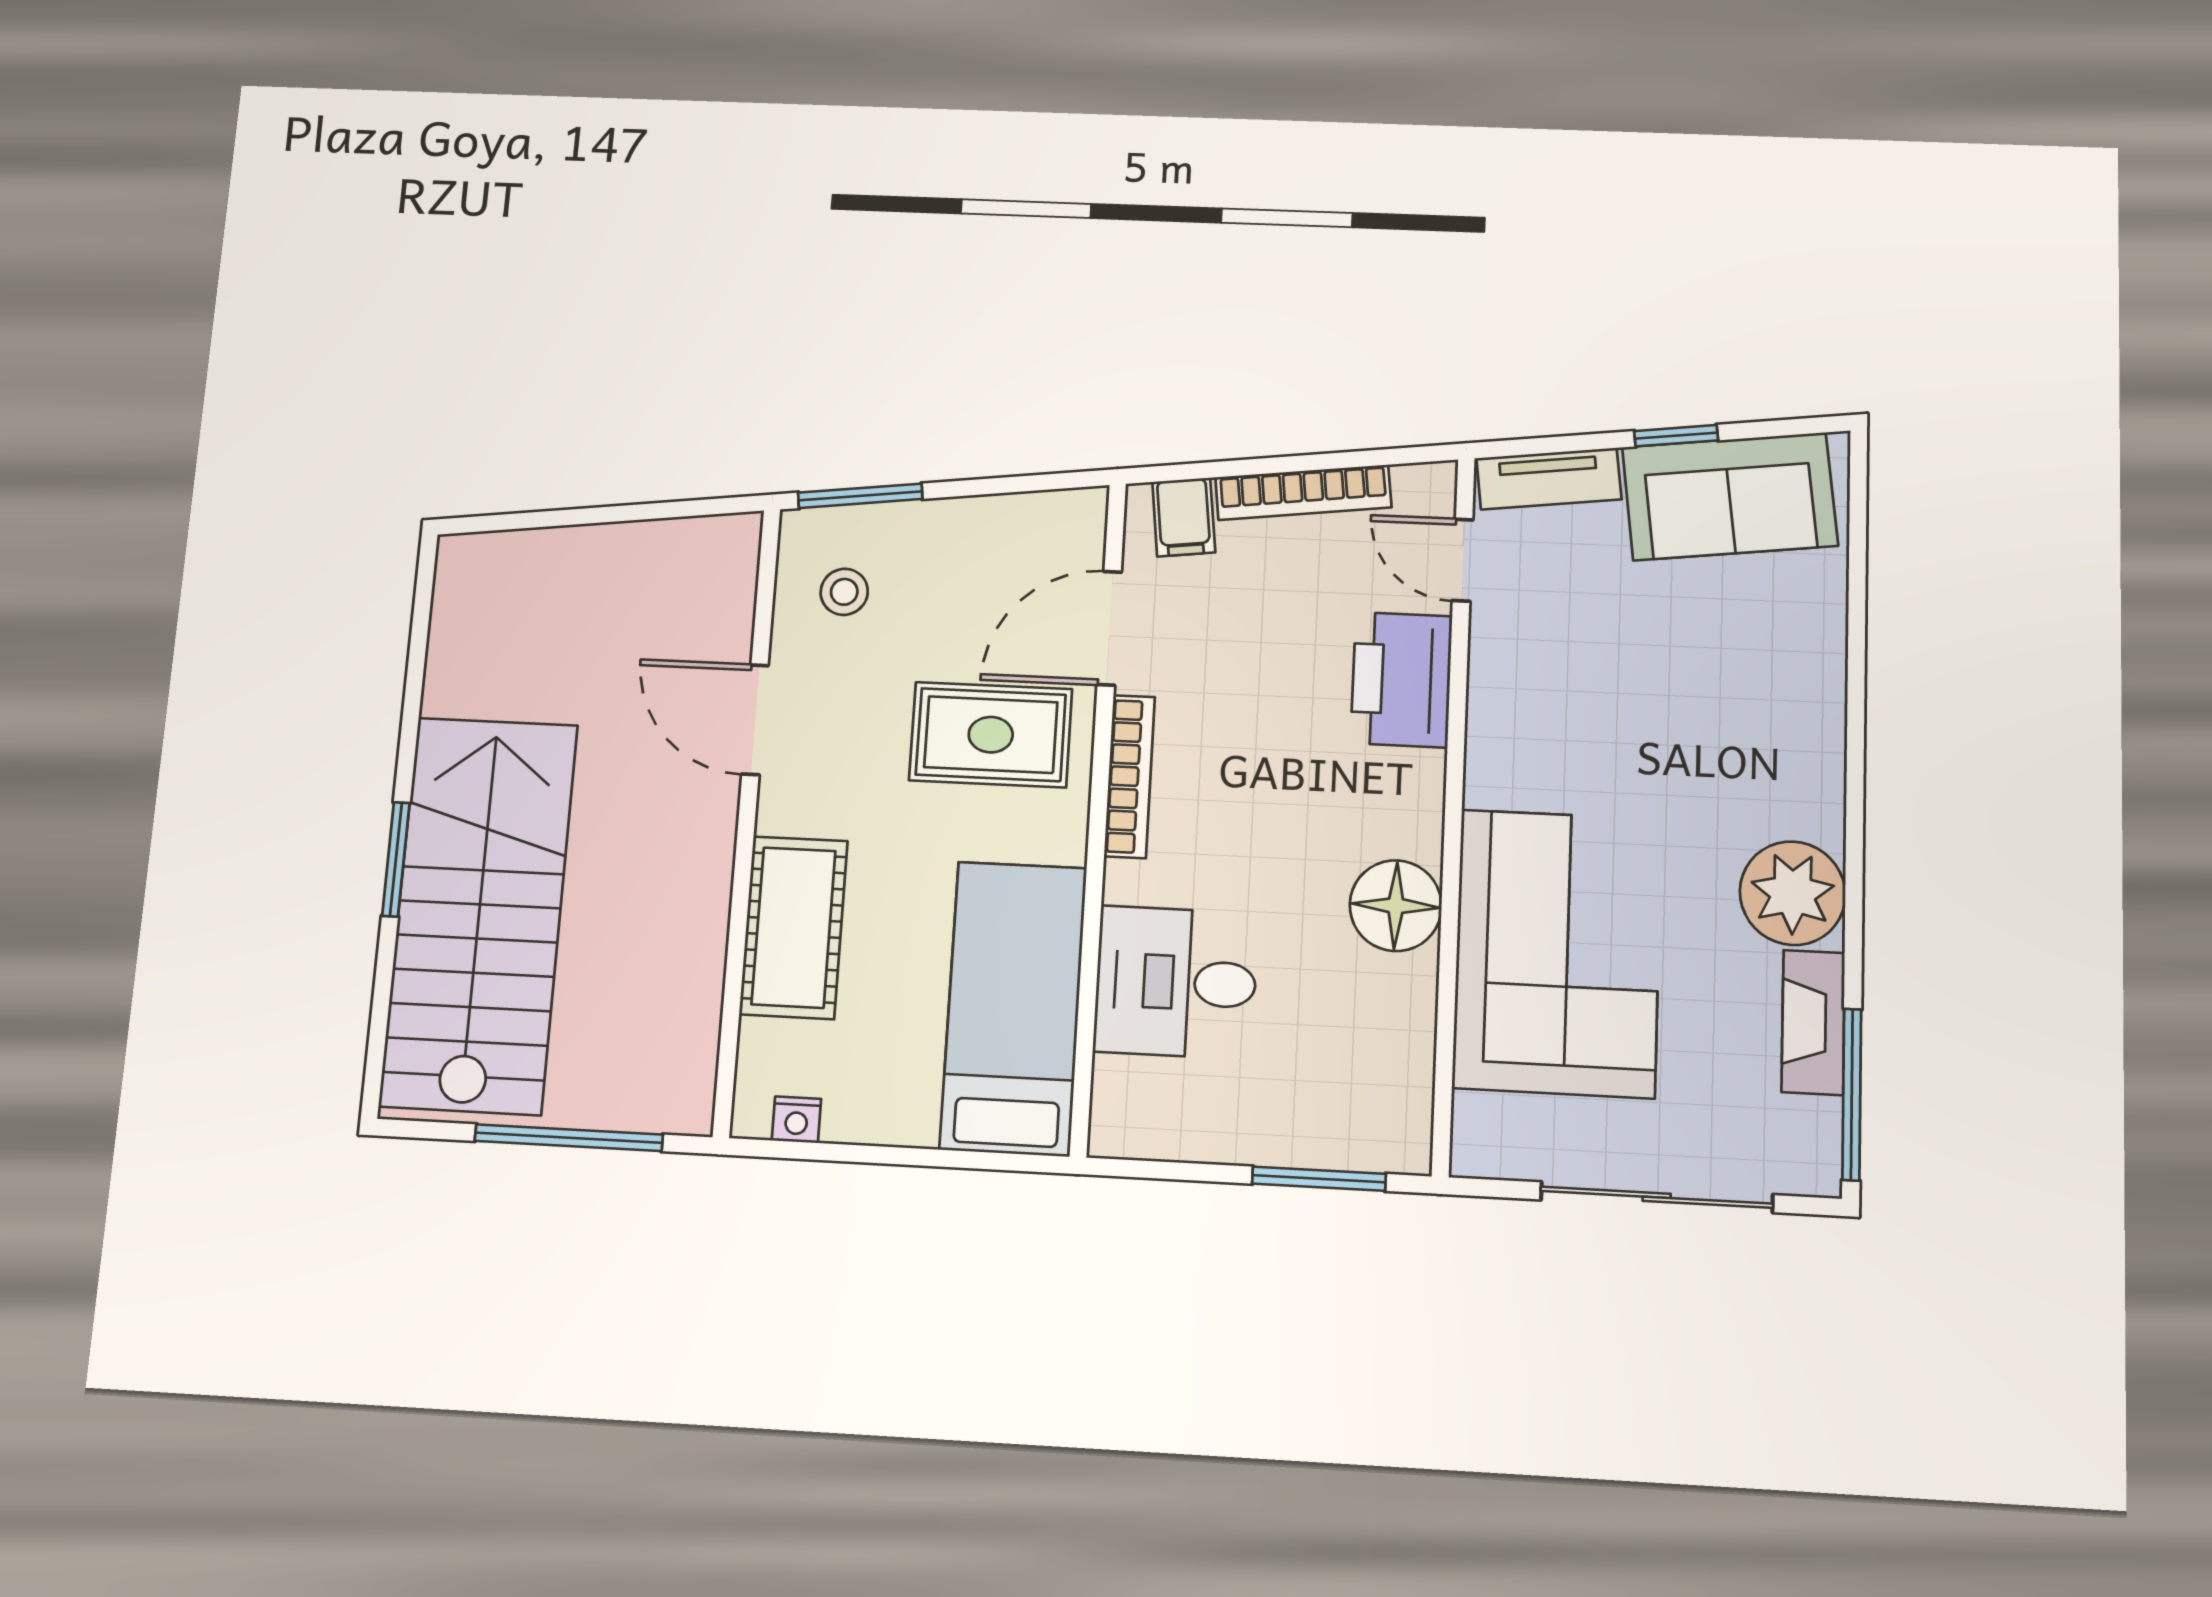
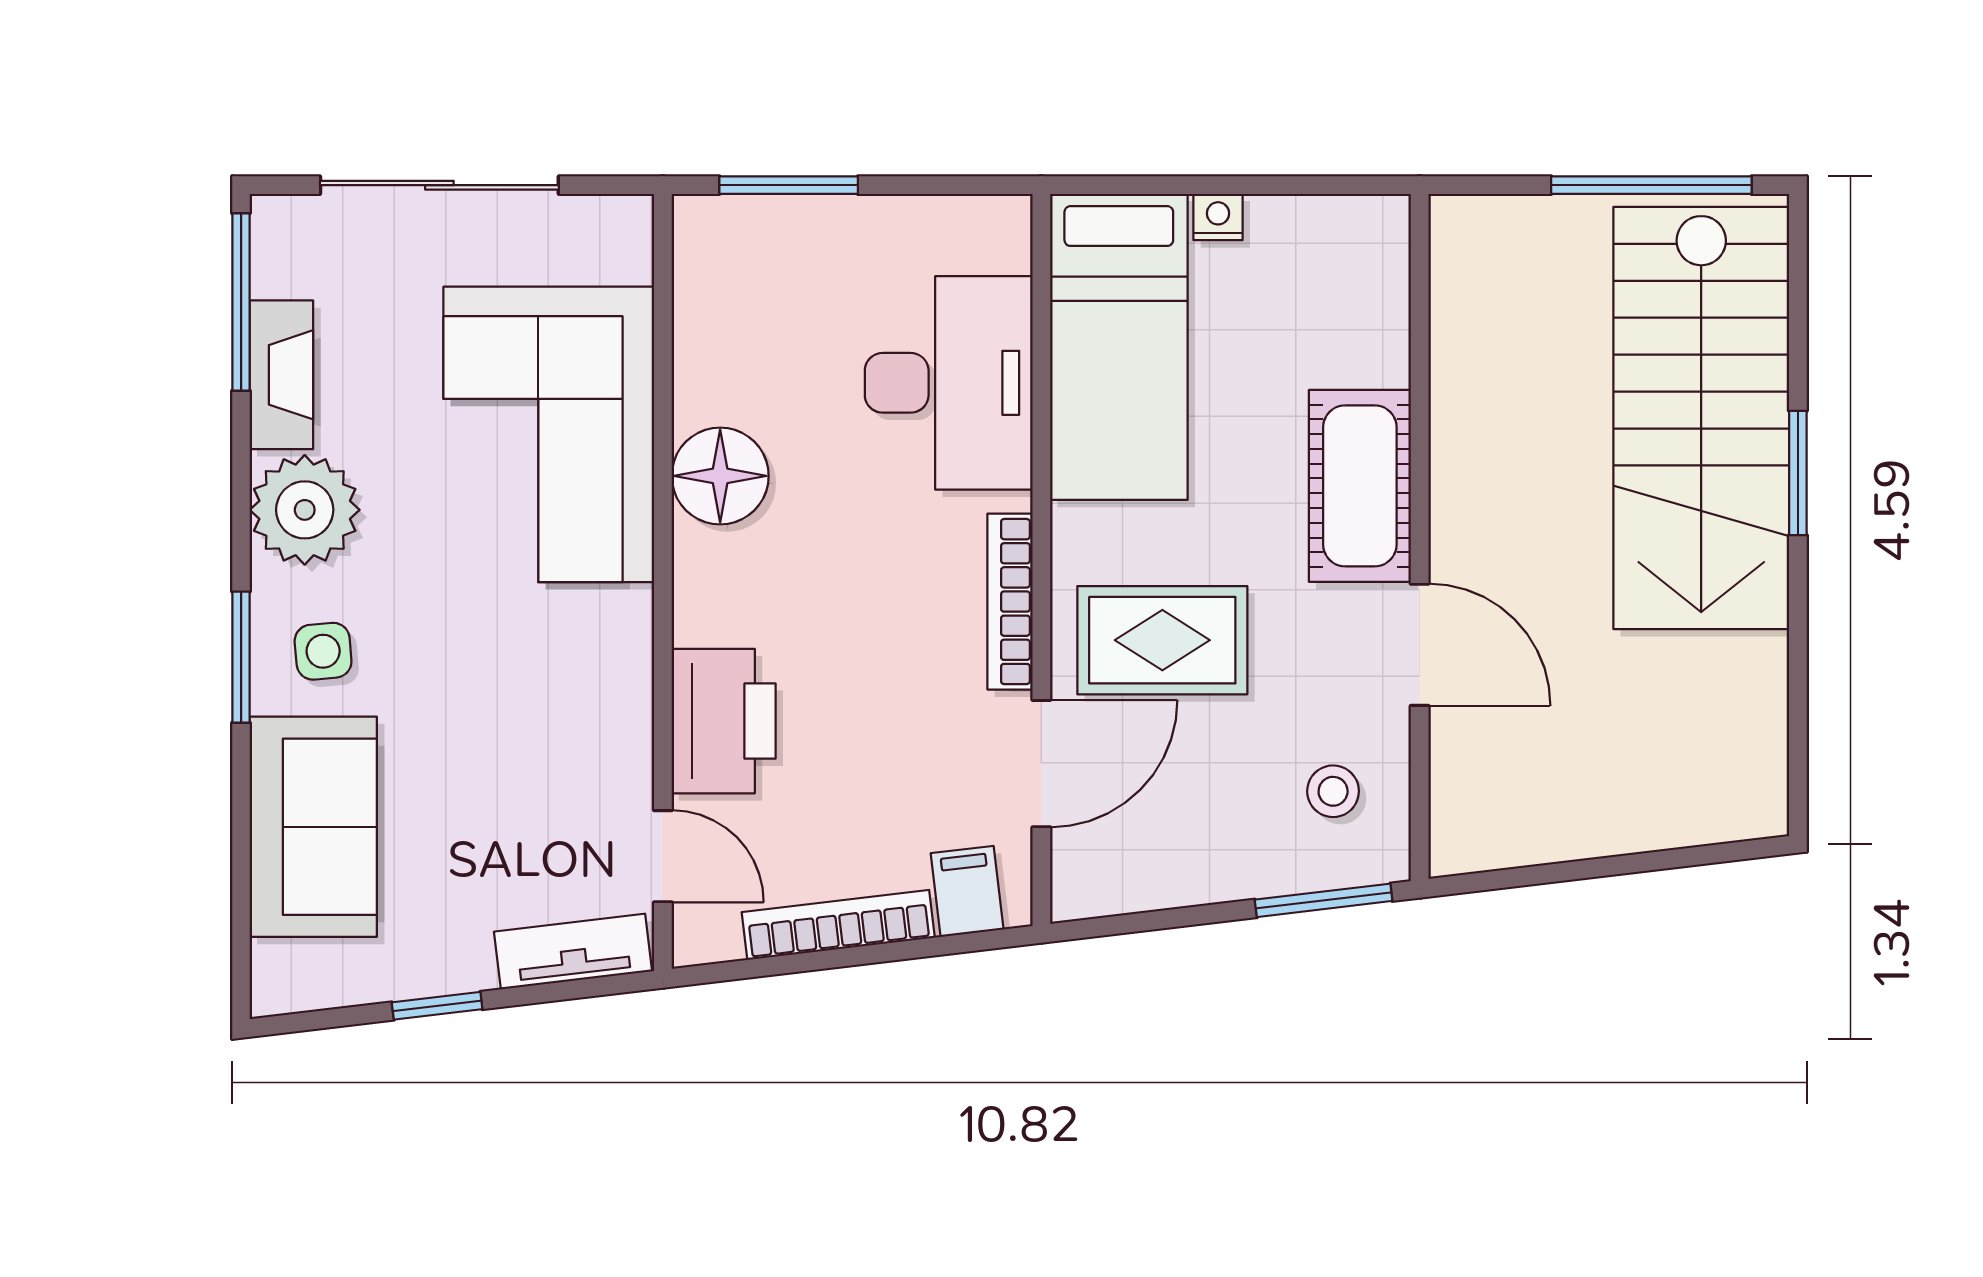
sofa: (1730, 496) -> (313, 827), moved, turned 97
window: (1855, 759) -> (241, 657), added
side table: (1777, 761) -> (323, 651), added
cot: (794, 927) -> (1360, 486), moved
desk: (1176, 982) -> (949, 383), width x1.37
nightstand: (796, 1120) -> (1218, 217), moved
window: (569, 1138) -> (1651, 185), moved

